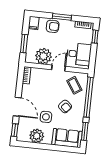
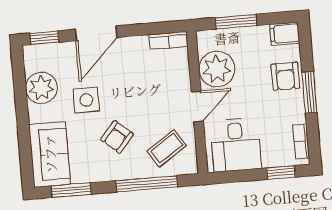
door: (58, 68) -> (197, 106), hinge flipped
window: (88, 97) -> (147, 184), width x0.68

